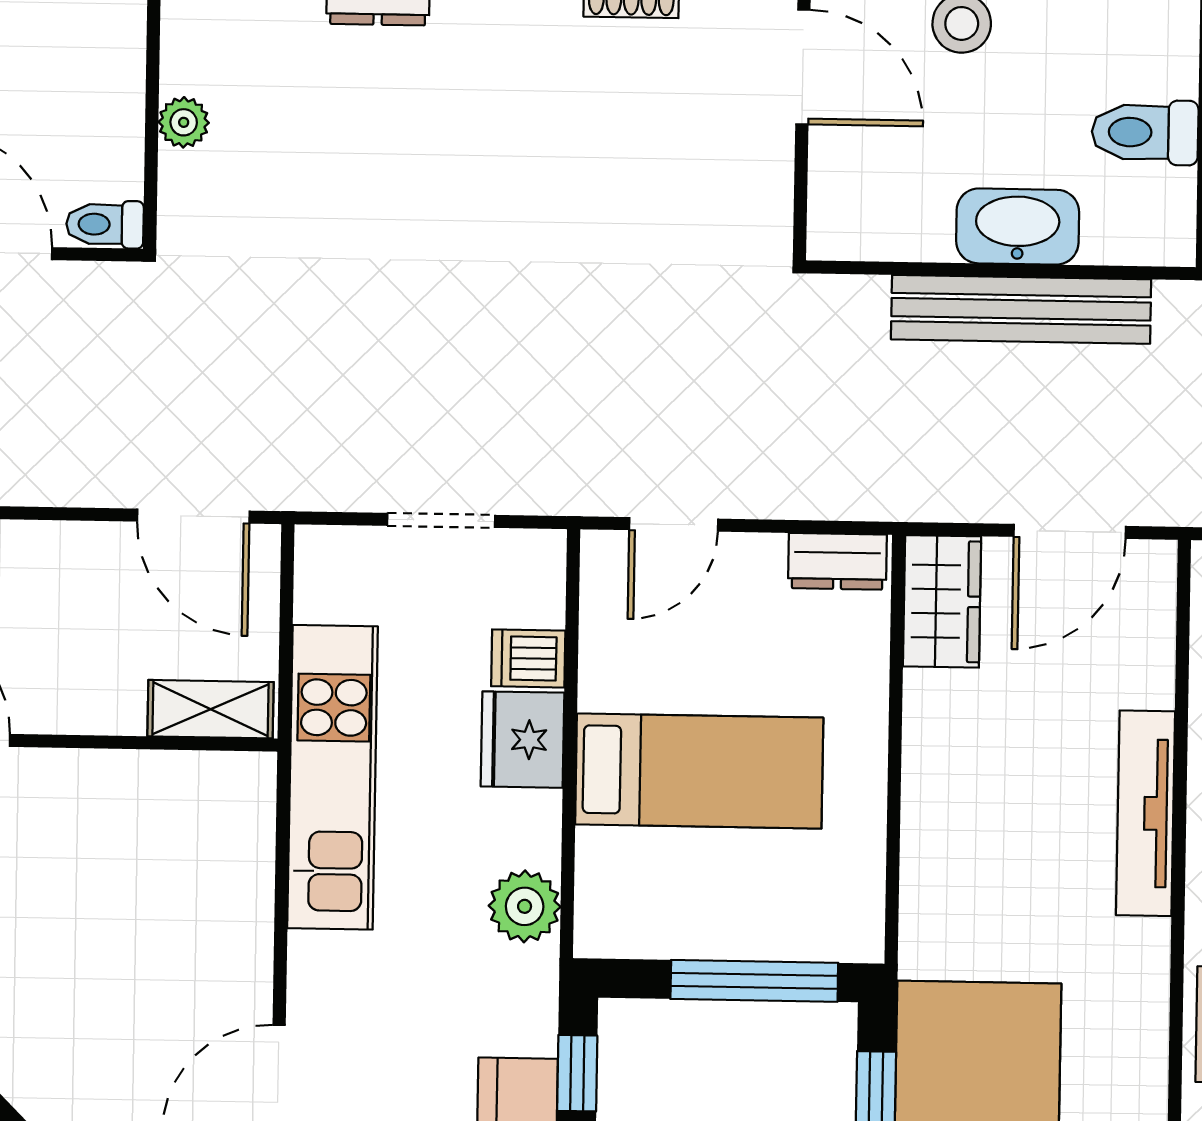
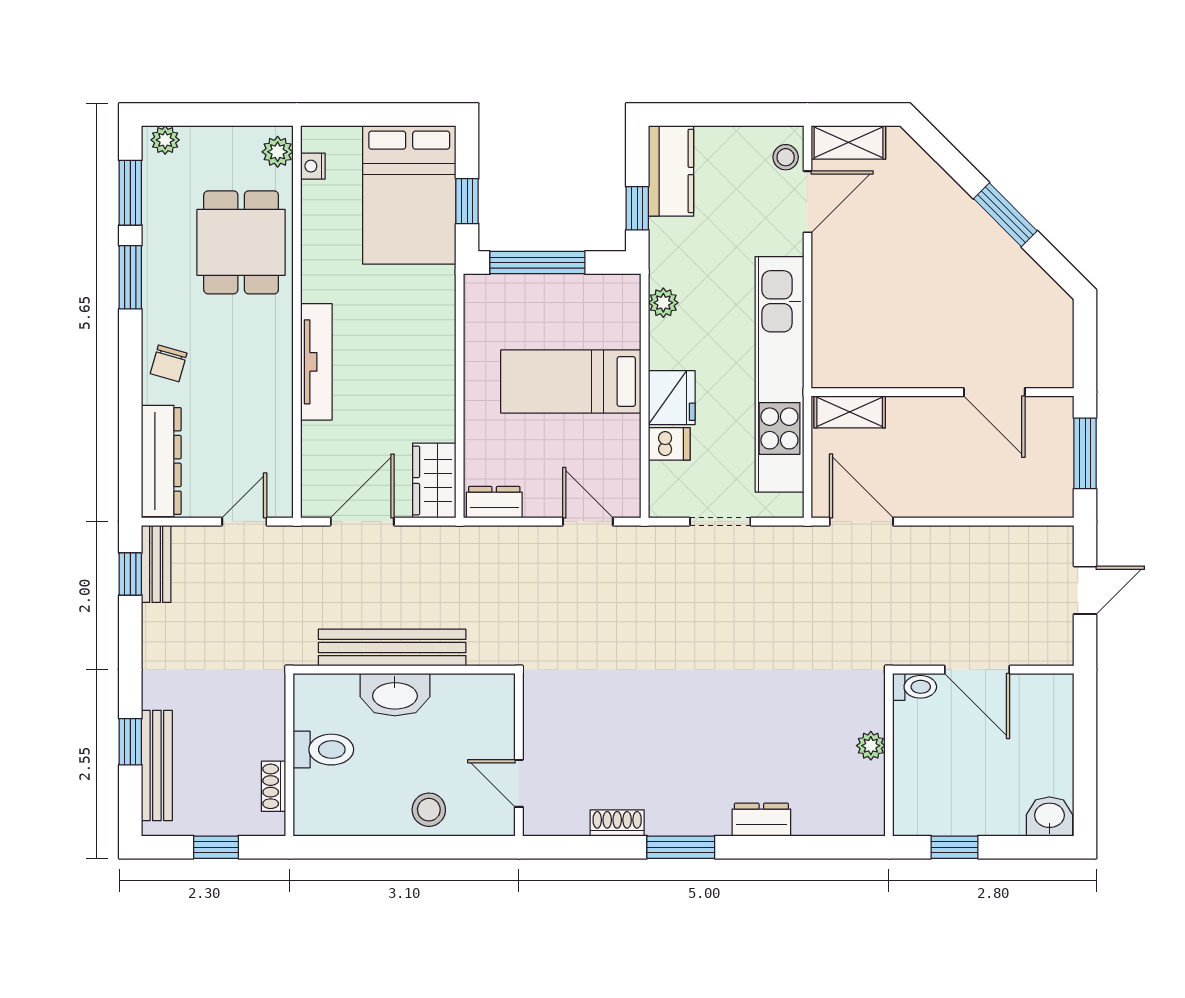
door: (803, 67) -> (519, 783), width x0.73
door: (674, 524) -> (588, 522), hinge flipped
kitchen unit: (333, 777) -> (779, 374), width x1.36
plant: (525, 906) -> (663, 303), width x0.73, depth x0.73

